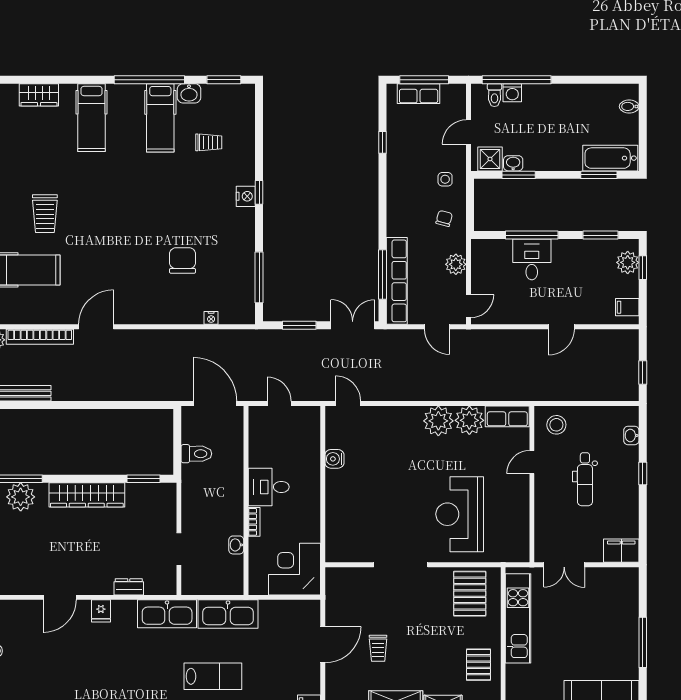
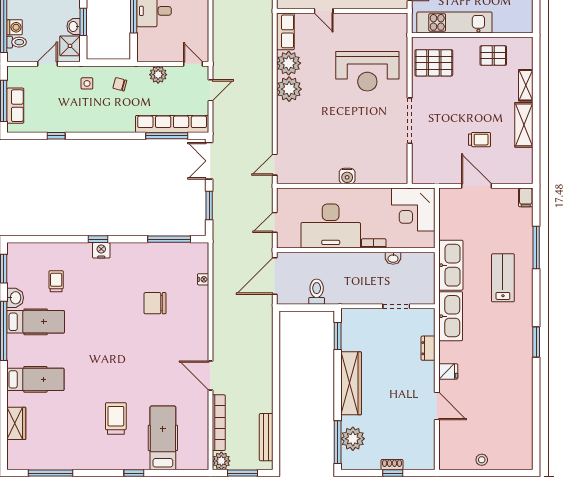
door: (469, 132) -> (47, 64), swing flipped
trolley: (45, 214) -> (116, 418), turned -90
water cooler: (334, 459) -> (347, 176), moved
desk: (269, 487) -> (331, 226), width x1.87, depth x1.30

